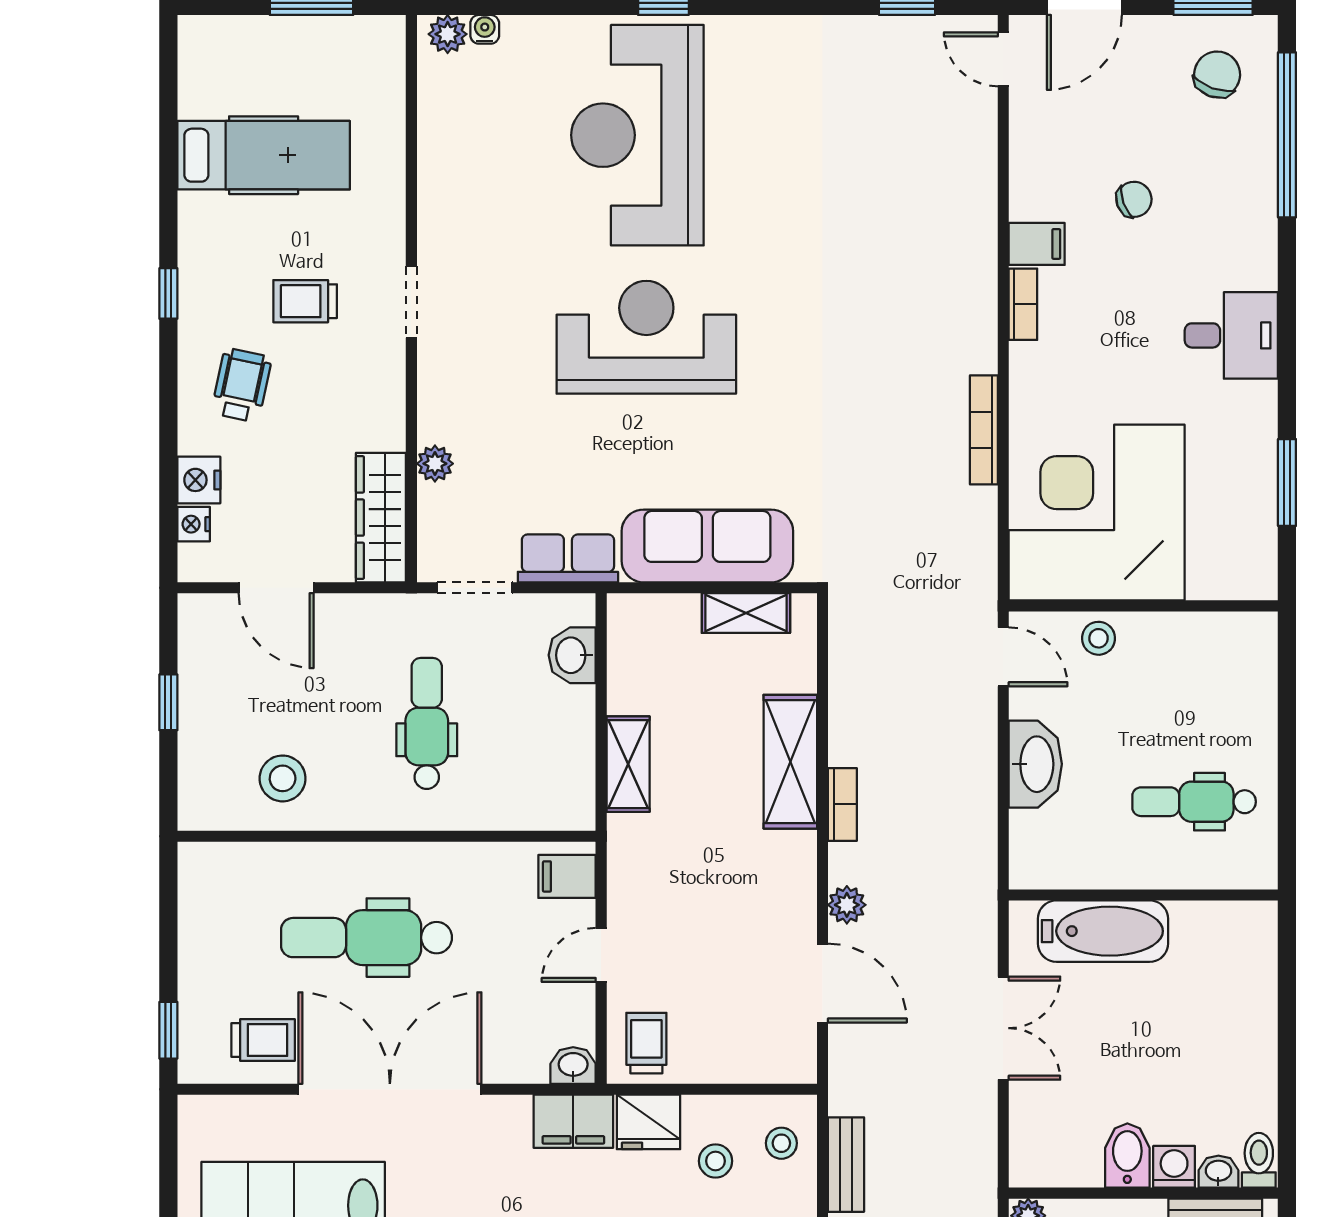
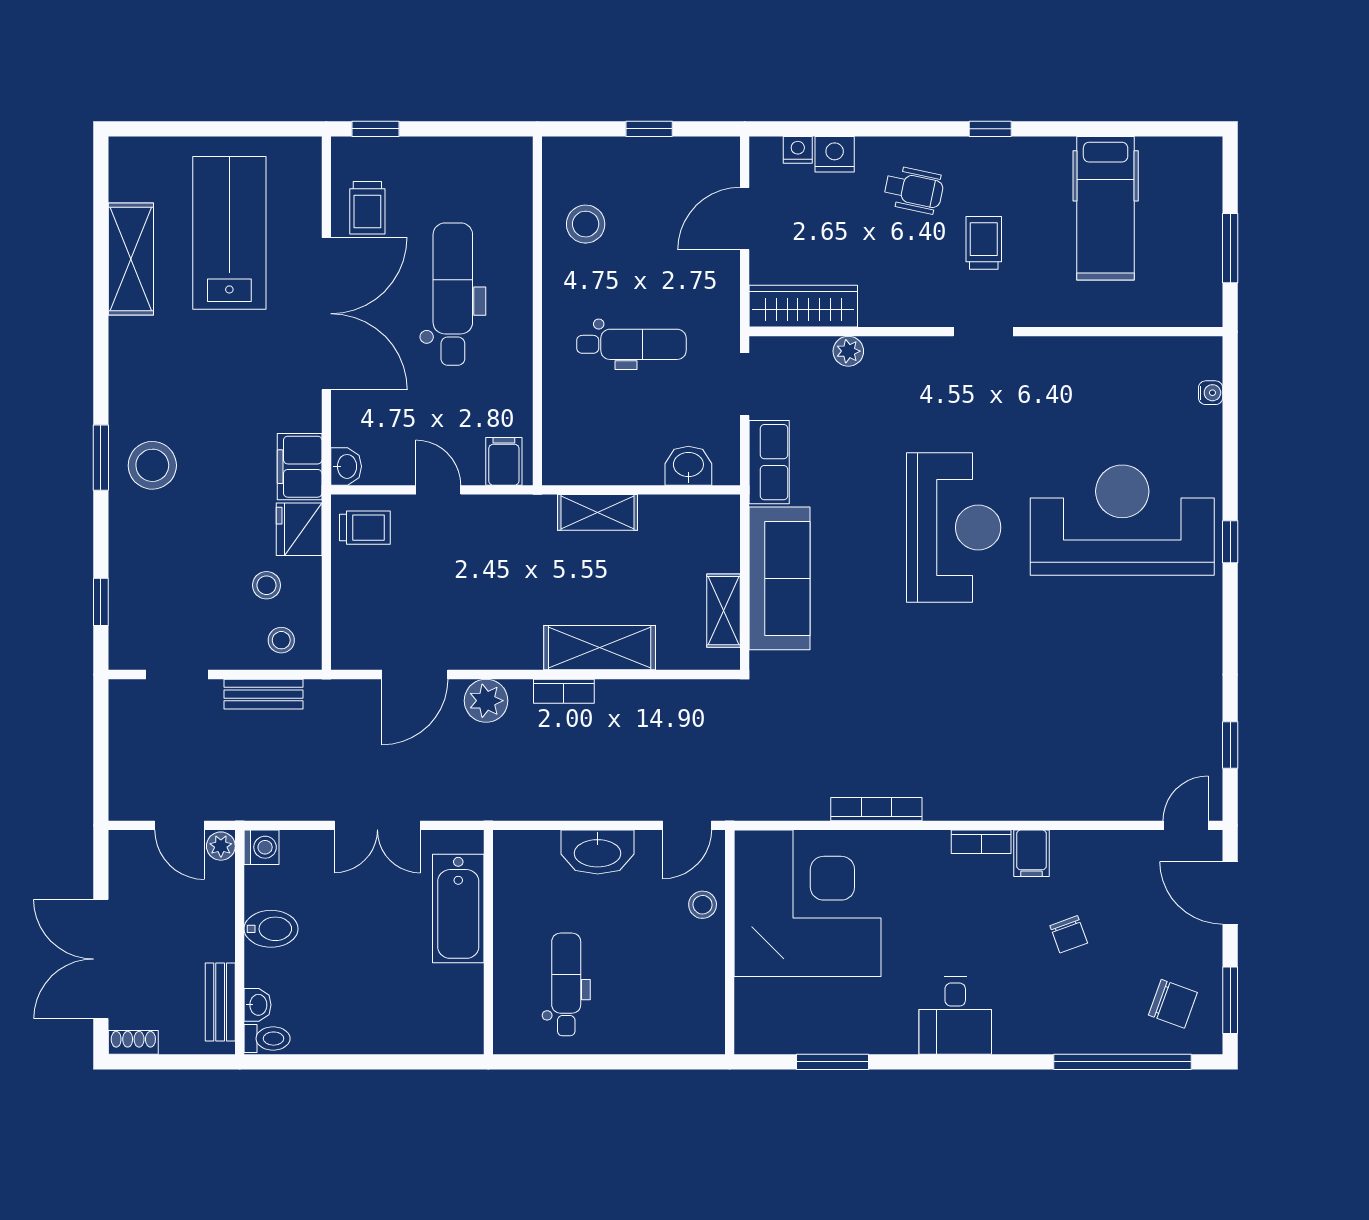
plant: (448, 34) -> (1207, 362), removed
plant: (847, 905) -> (486, 701), width x1.38, depth x1.38
washing machine: (1174, 1167) -> (262, 847), moved

